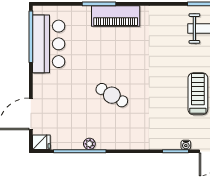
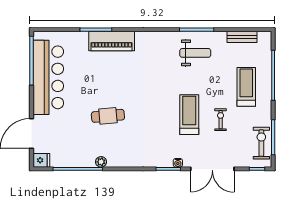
bar counter: (49, 44) -> (48, 77), width x1.36
cafe table: (112, 95) -> (108, 116), turned -36
plant: (89, 144) -> (101, 162), moved

